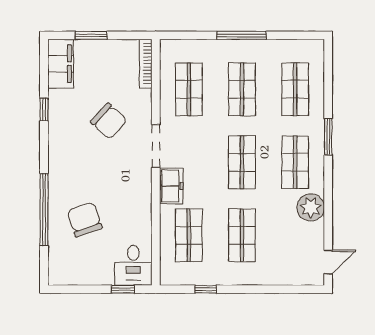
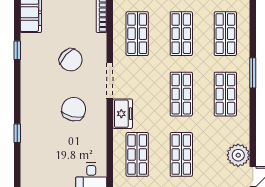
plant: (311, 207) -> (238, 155), moved
window: (44, 210) -> (17, 133), width x0.32
chair: (85, 219) -> (74, 109), moved, turned 32

